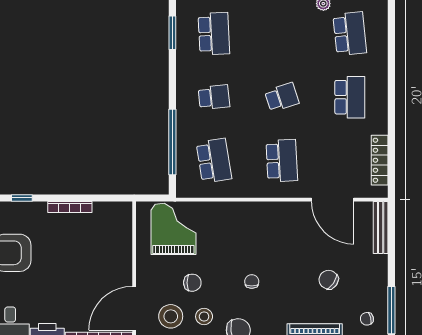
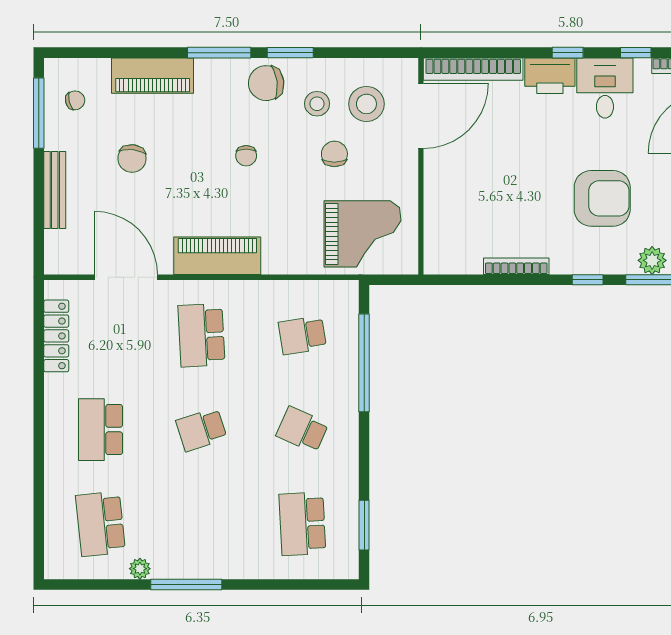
school desk: (214, 97) -> (302, 430), turned 30
school desk: (214, 161) -> (302, 335), width x0.54
piano: (271, 214) -> (217, 256), added
bench: (381, 227) -> (55, 190), moved
grand piano: (173, 229) -> (363, 234), turned -90
chair: (329, 280) -> (132, 158), turned 62
chair: (192, 283) -> (334, 154), turned 90

